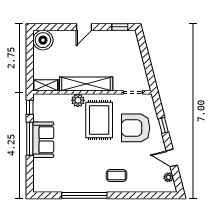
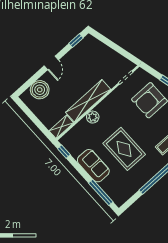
boiler: (43, 40) -> (40, 90), moved
rug: (99, 120) -> (124, 149), moved
window: (30, 139) -> (101, 192), moved

